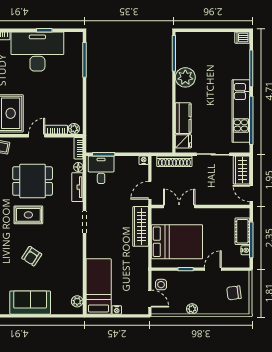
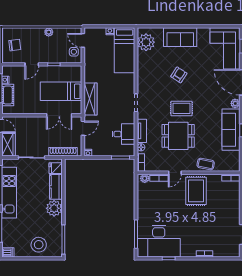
stool: (204, 47) -> (39, 245), added
desk: (37, 52) -> (159, 241), moved
plant: (185, 77) -> (54, 208), moved
desk: (101, 170) -> (124, 134), moved, turned -90
bed: (177, 242) -> (61, 91), width x0.67
plant: (77, 301) -> (146, 42), width x1.88, depth x1.88

